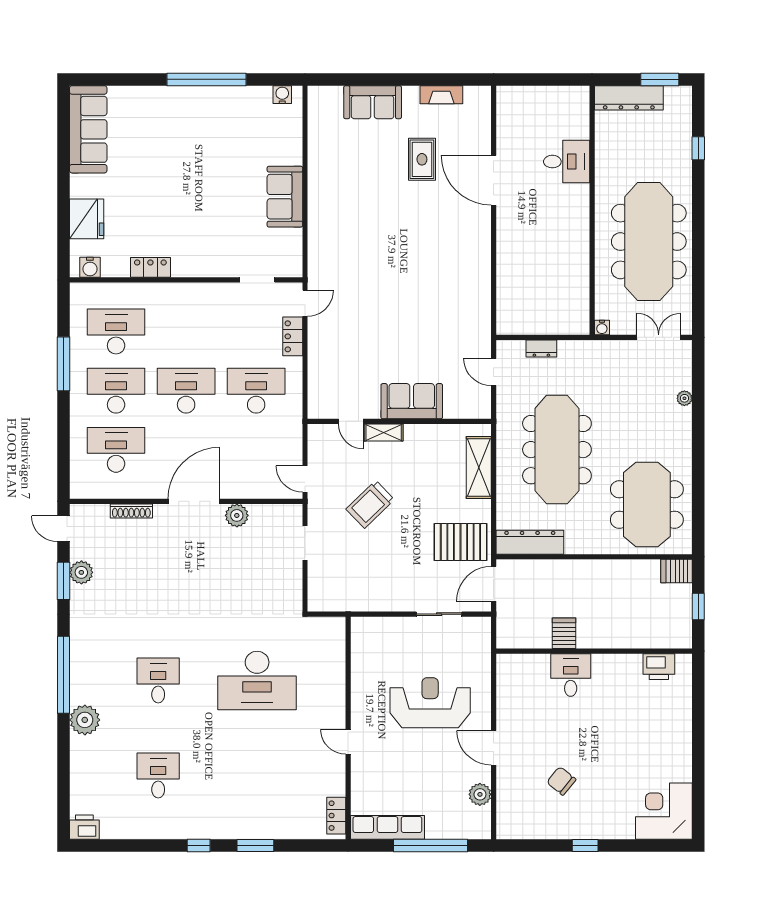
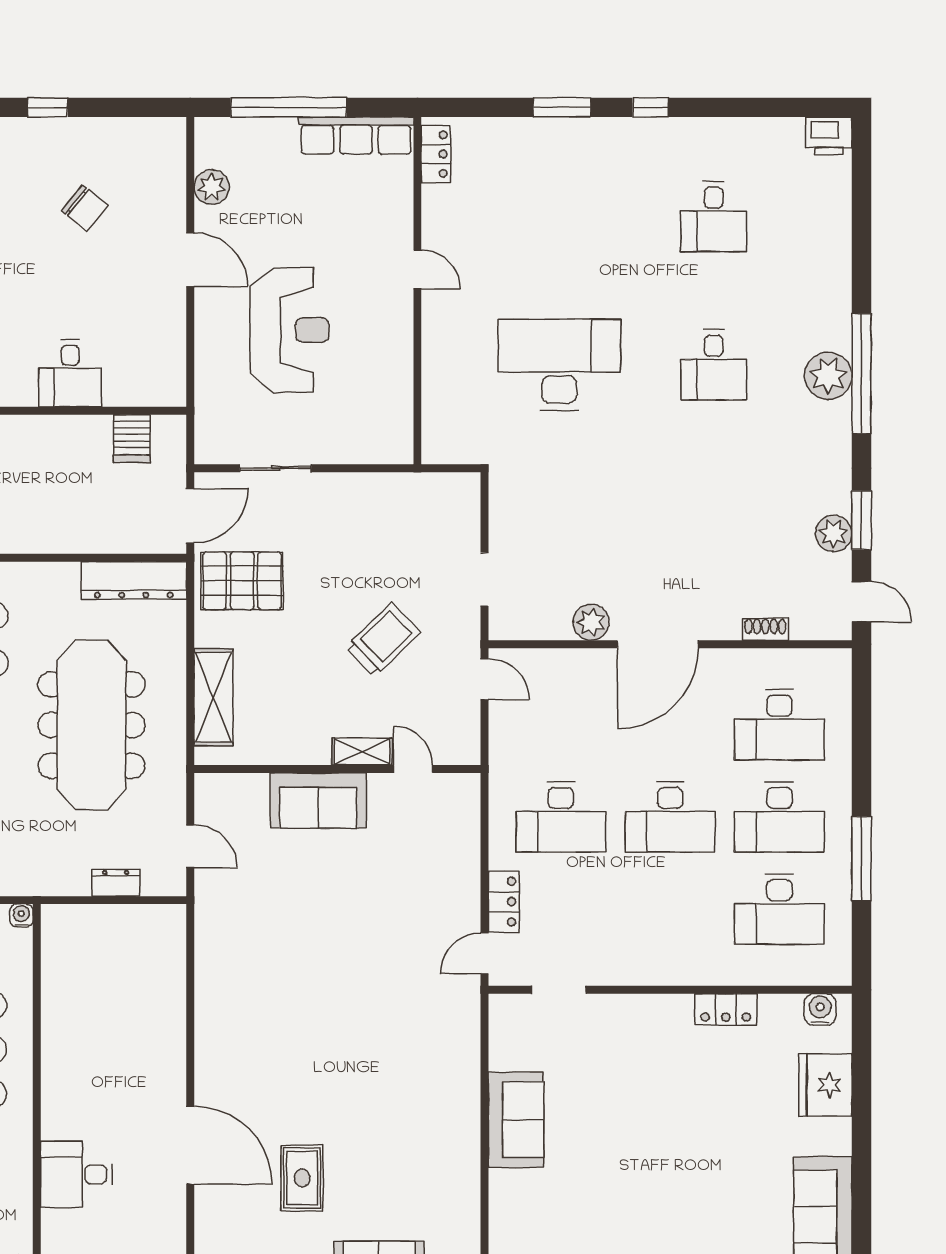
shoe rack: (131, 511) -> (765, 629), width x0.70
server rack: (564, 633) -> (132, 439), moved
reception desk: (430, 703) -> (290, 330), turned -90
plant: (85, 720) -> (828, 376), moved

